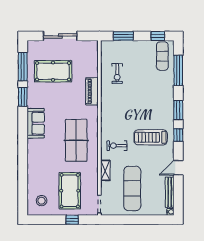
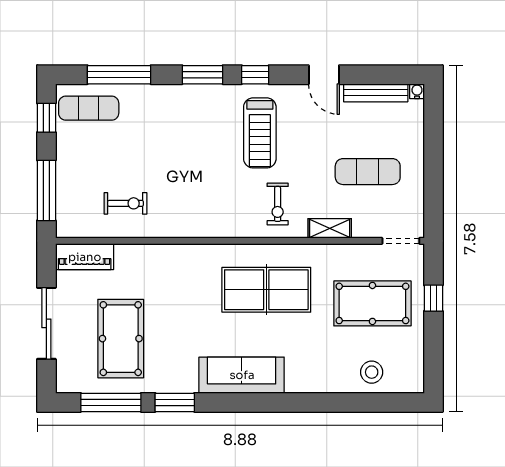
window: (123, 36) -> (46, 190), width x1.44
piano: (92, 91) -> (85, 257), moved
sofa: (36, 123) -> (242, 375), width x1.36
exercise mat: (132, 188) -> (368, 172), width x0.73, depth x0.69
stool: (42, 201) -> (372, 372), moved

